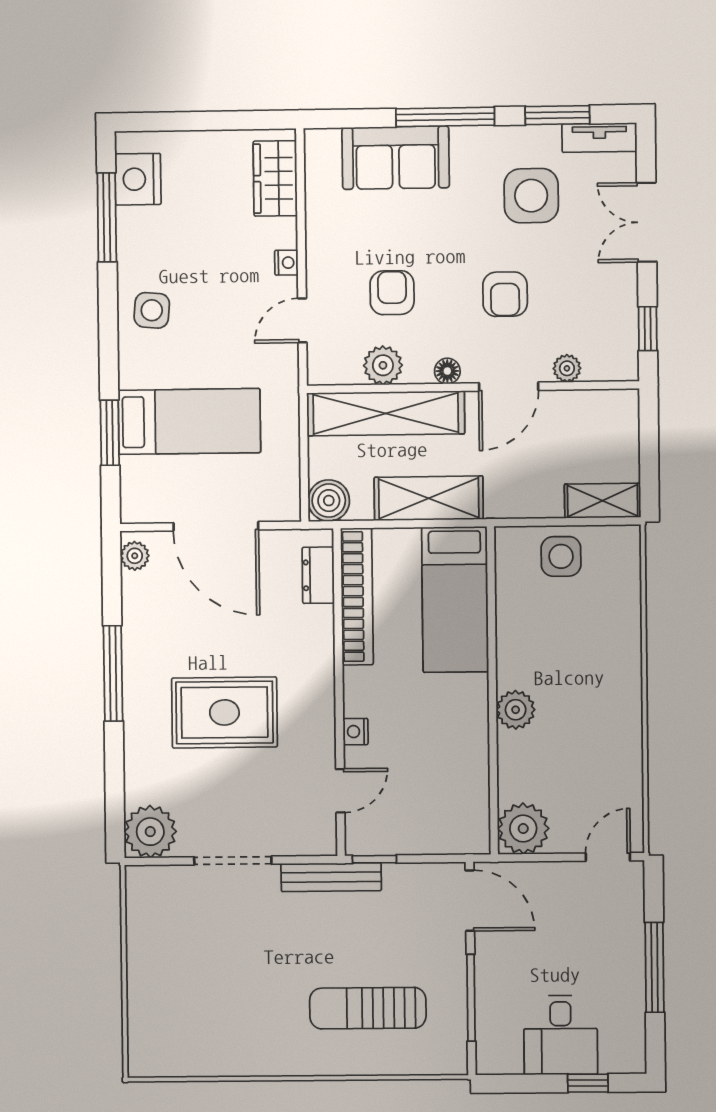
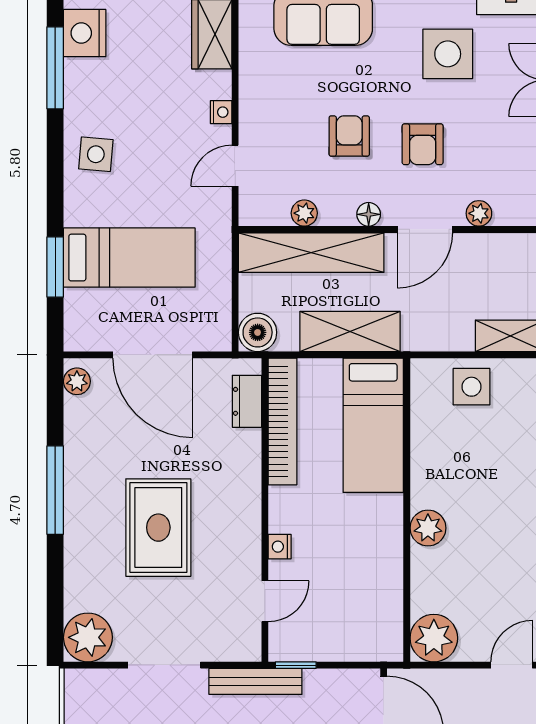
armchair: (392, 293) -> (349, 136), moved
plant: (383, 365) -> (304, 213), width x0.73, depth x0.73
rug: (224, 712) -> (158, 528), turned 90

